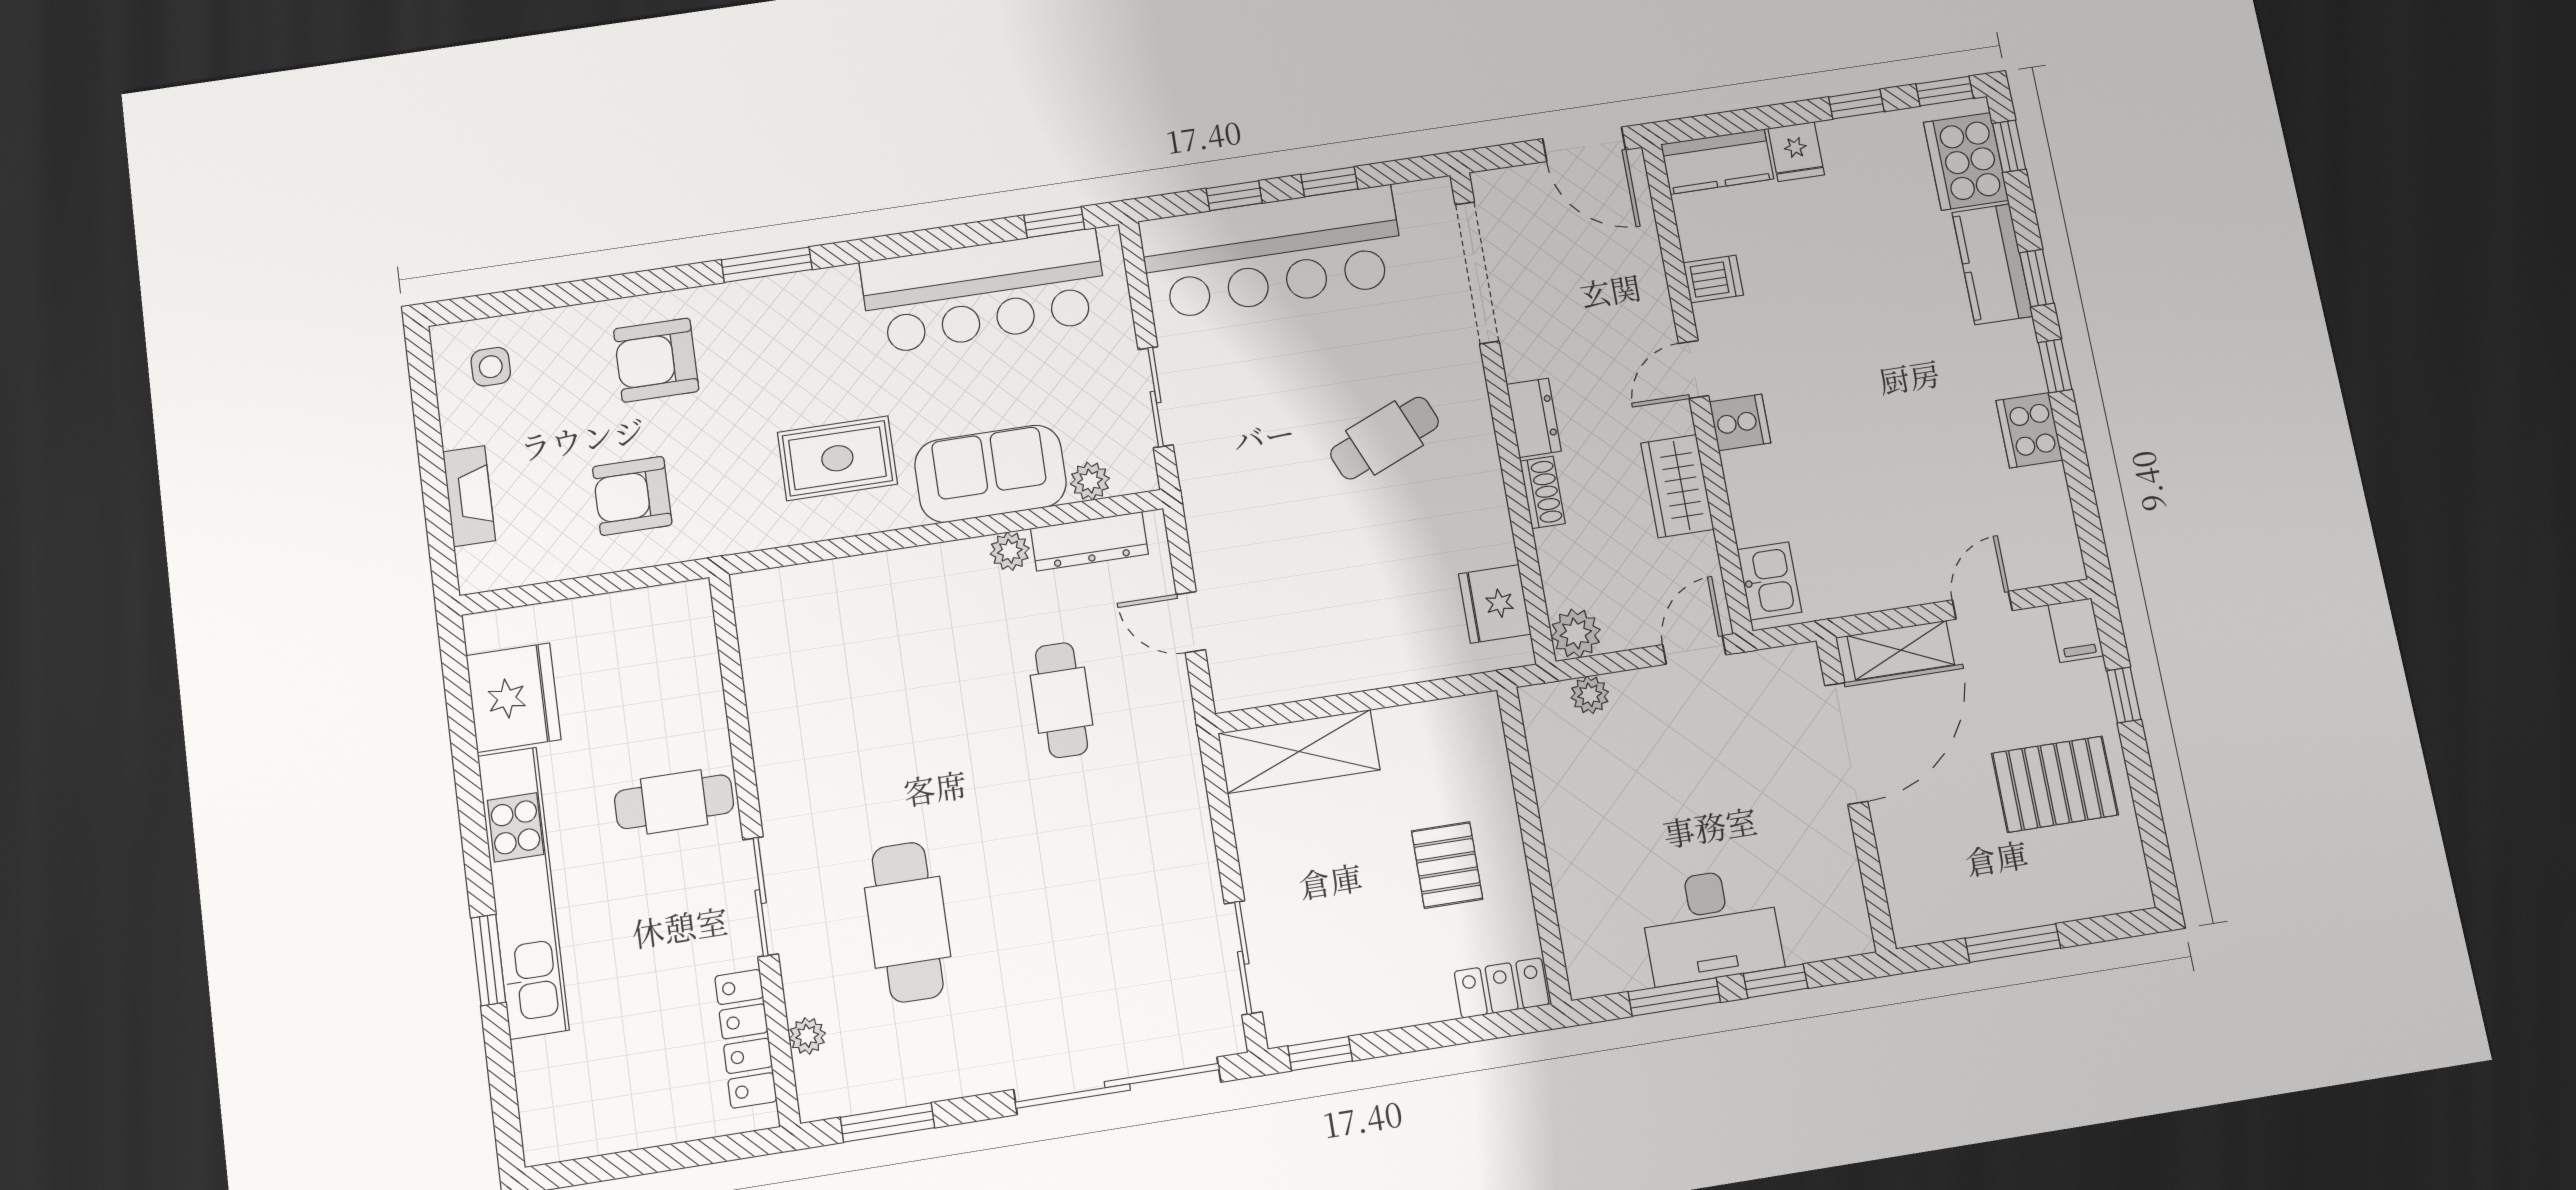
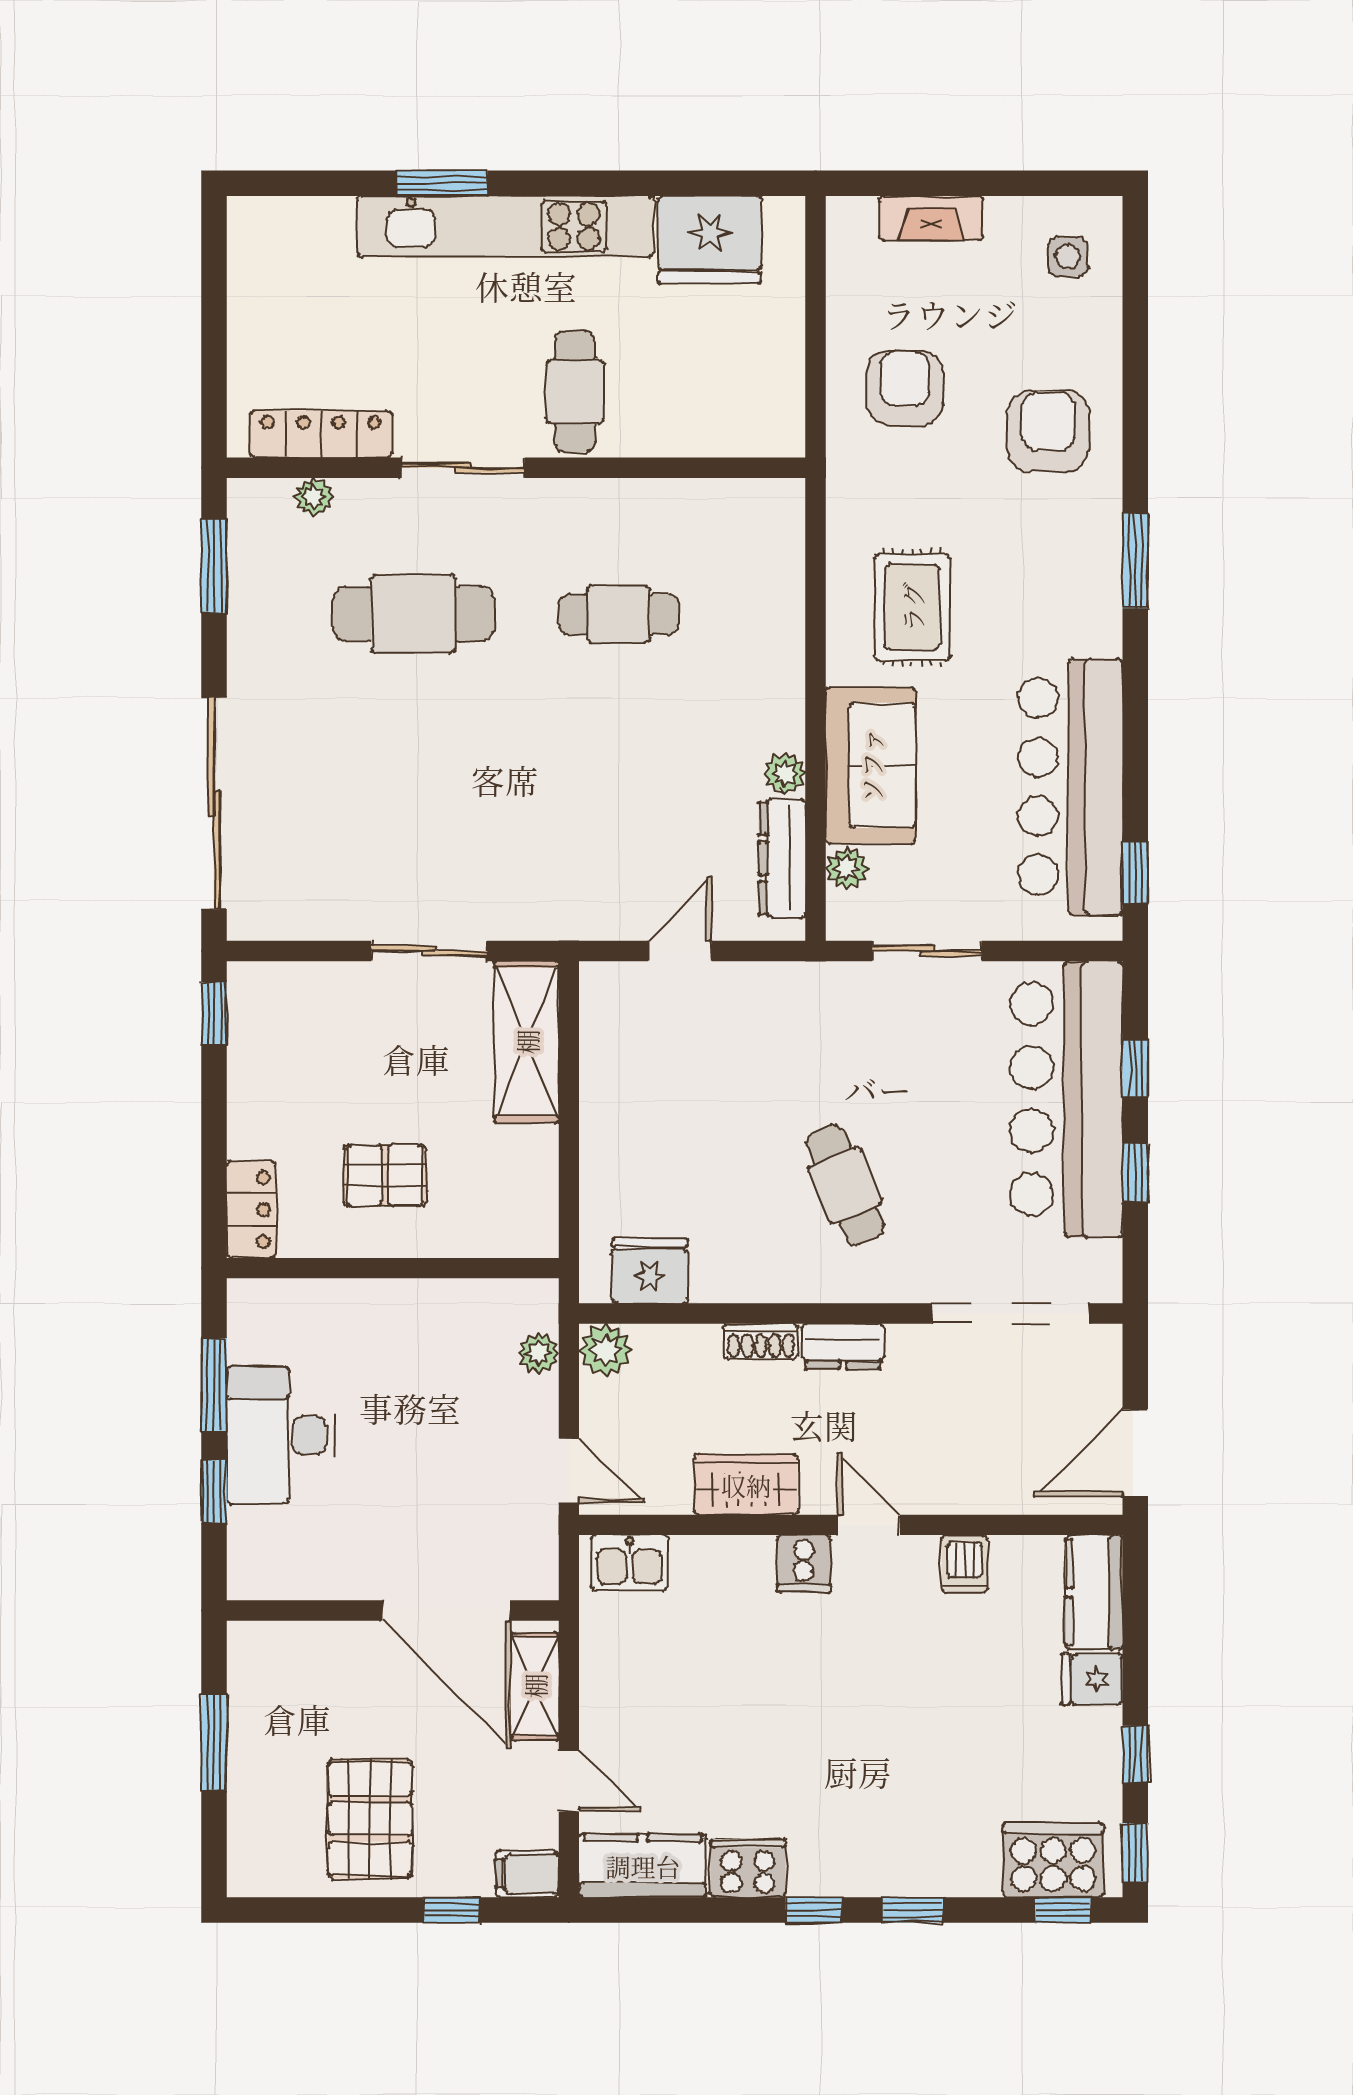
kitchen counter: (1992, 264) -> (643, 1866), moved
cafe table: (1061, 700) -> (619, 614), moved
sliding door: (1243, 958) -> (429, 951), moved

